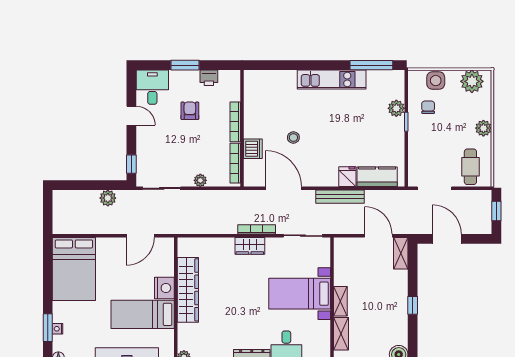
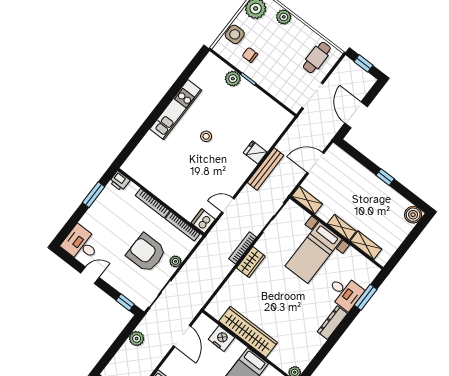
window: (185, 65) -> (94, 195), moved
window: (371, 65) -> (188, 73), removed
printer: (209, 78) -> (120, 181), moved, turned 90
armchair: (190, 111) -> (146, 253), moved, width x1.88, depth x1.88
plant: (483, 128) -> (284, 17), moved
stool: (293, 138) -> (206, 136), moved
dishwasher: (253, 149) -> (203, 221), moved, turned -90
cafe table: (470, 167) -> (317, 57), turned 90
kitchen counter: (377, 177) -> (272, 131), removed
door: (283, 188) -> (228, 205), width x0.53
door: (447, 239) -> (356, 115), hinge flipped
shelving: (401, 253) -> (307, 200), moved
nightstand: (164, 288) -> (221, 338), moved

